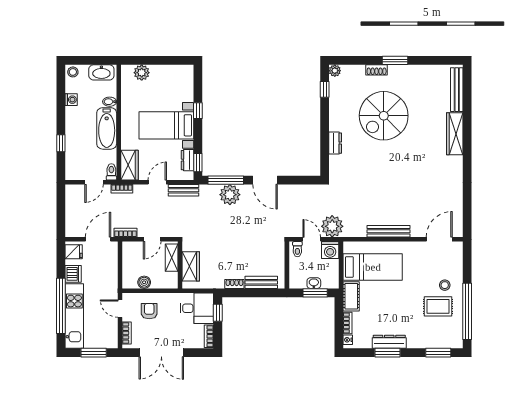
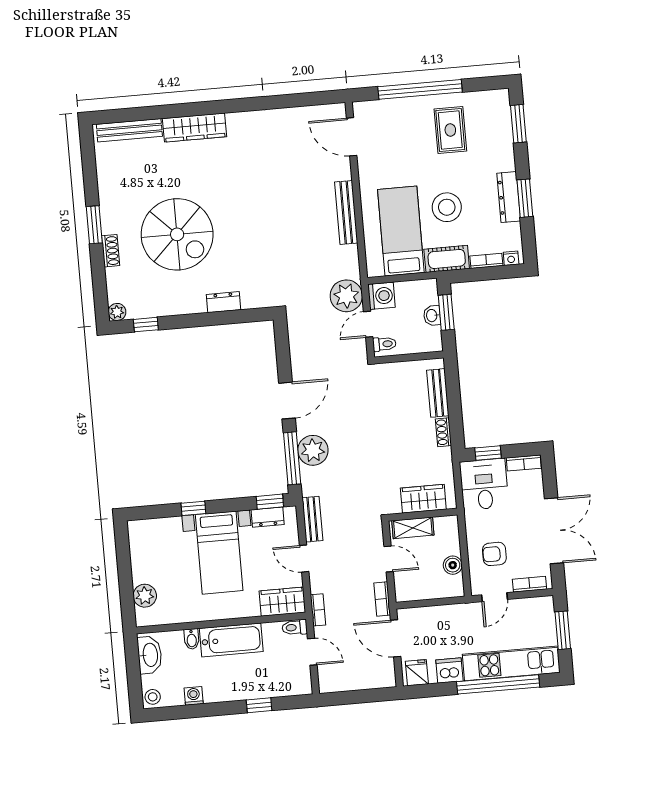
stool: (445, 285) -> (447, 207), moved, width x1.89, depth x1.89
window: (467, 311) -> (420, 89), moved

